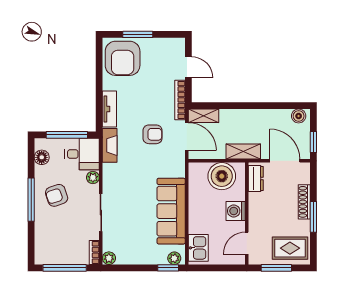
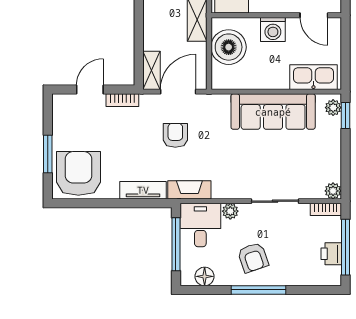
armchair: (123, 58) -> (78, 173), turned -90
bookcase: (180, 100) -> (122, 100), width x0.64
kitchen sink: (198, 248) -> (313, 77), width x1.38
printer: (59, 257) -> (331, 254), added

